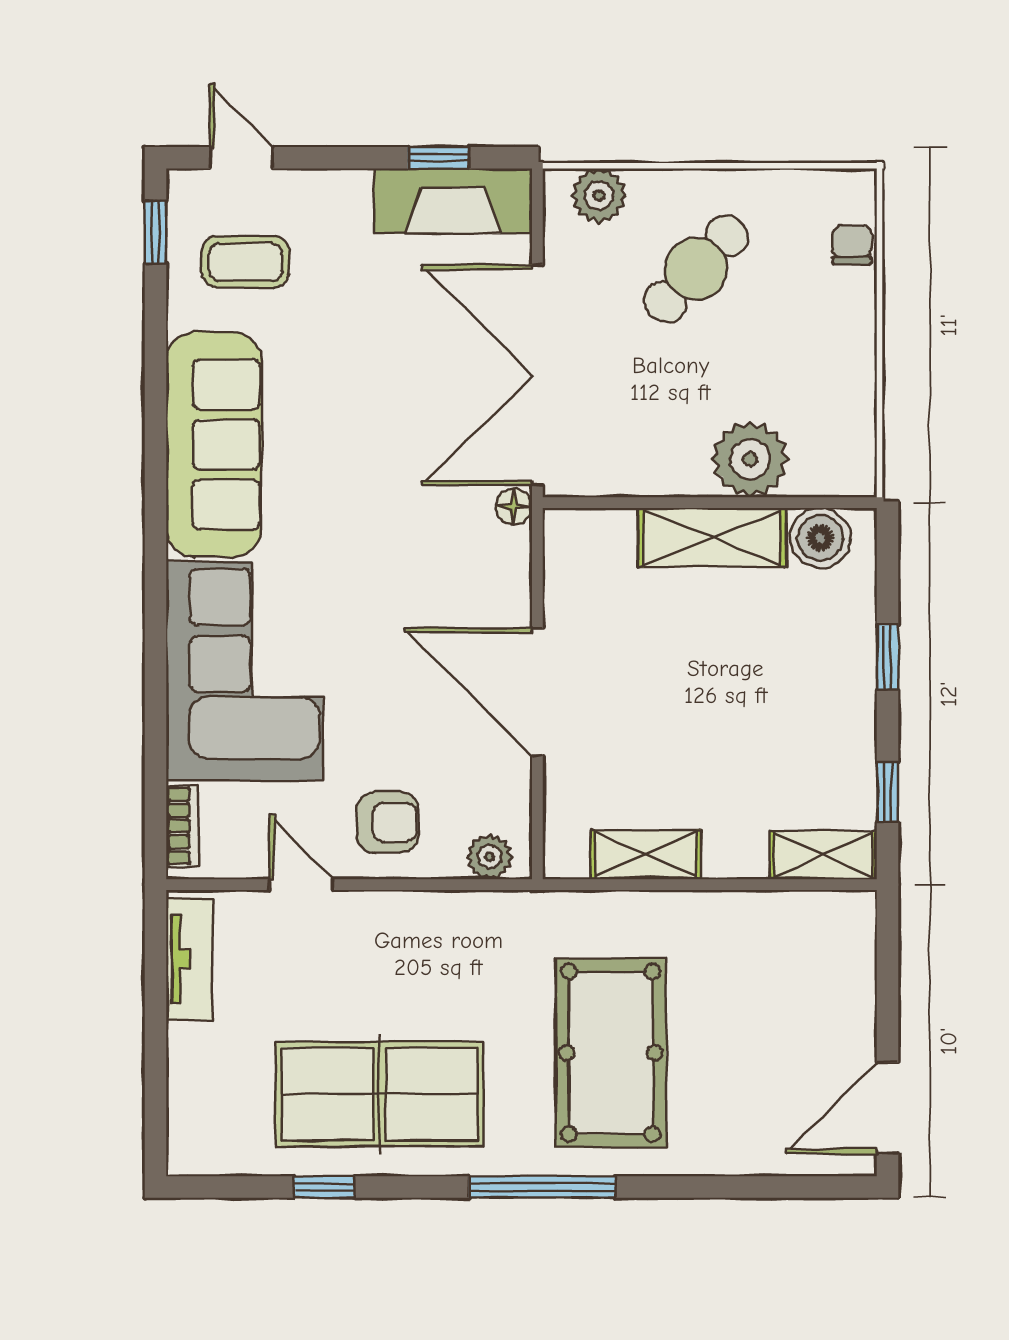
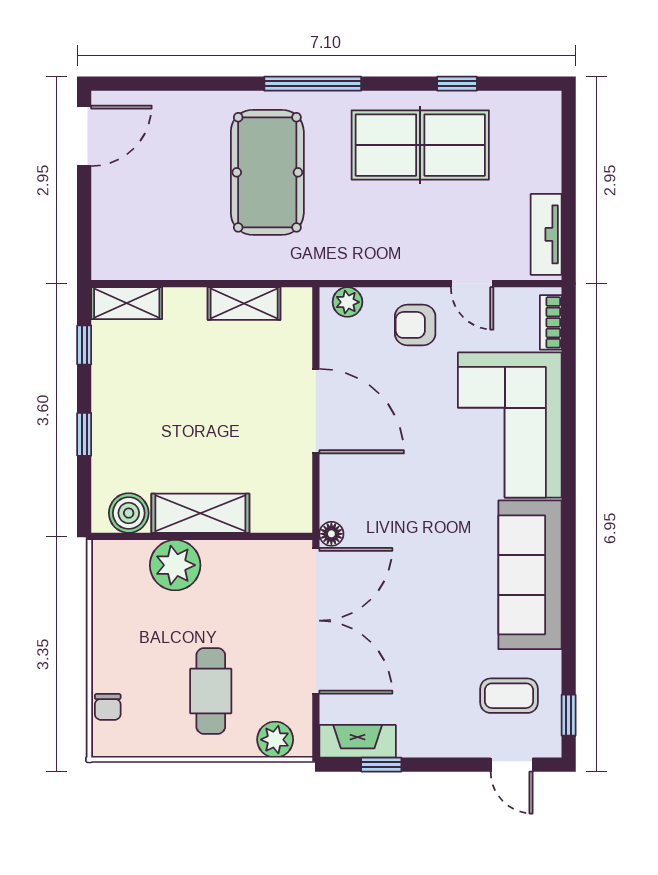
fireplace: (453, 201) -> (358, 741), width x0.73, depth x0.76
cafe table: (696, 269) -> (211, 691), turned -43

